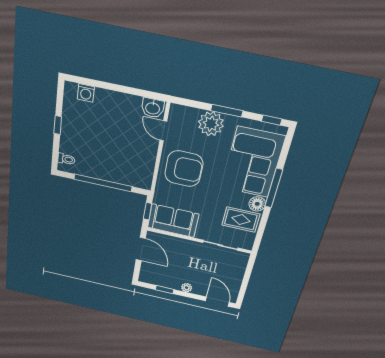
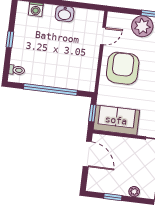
washbasin: (153, 108) -> (65, 14), moved
door: (163, 131) -> (103, 36), swing flipped
armchair: (184, 169) -> (123, 68), turned -90

